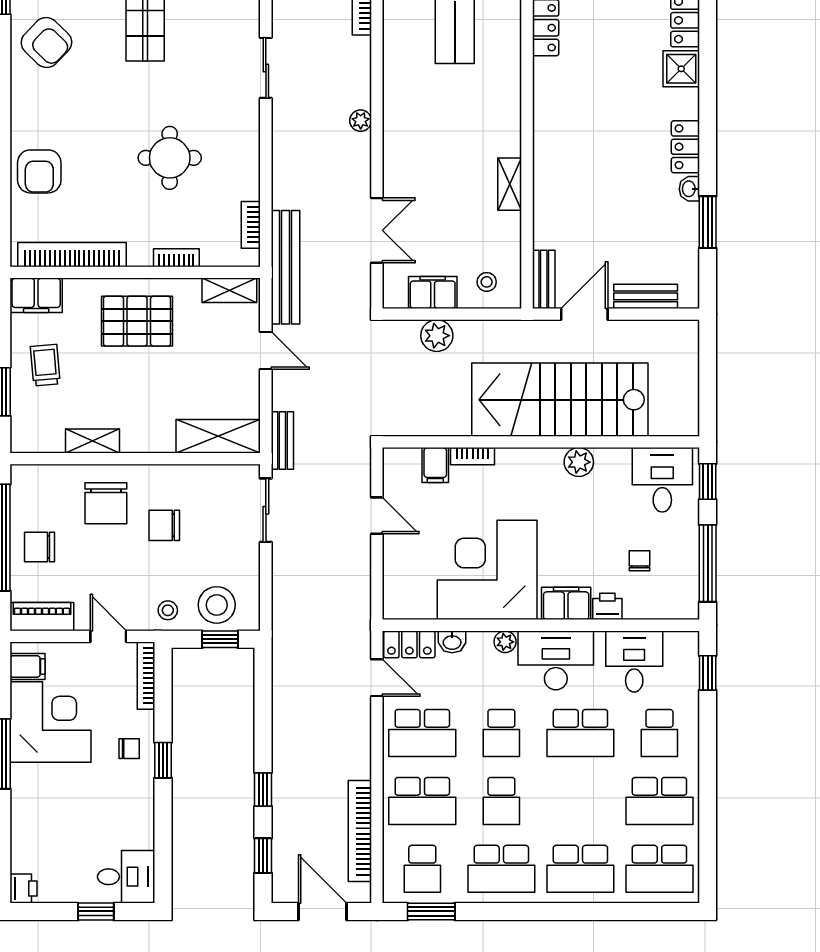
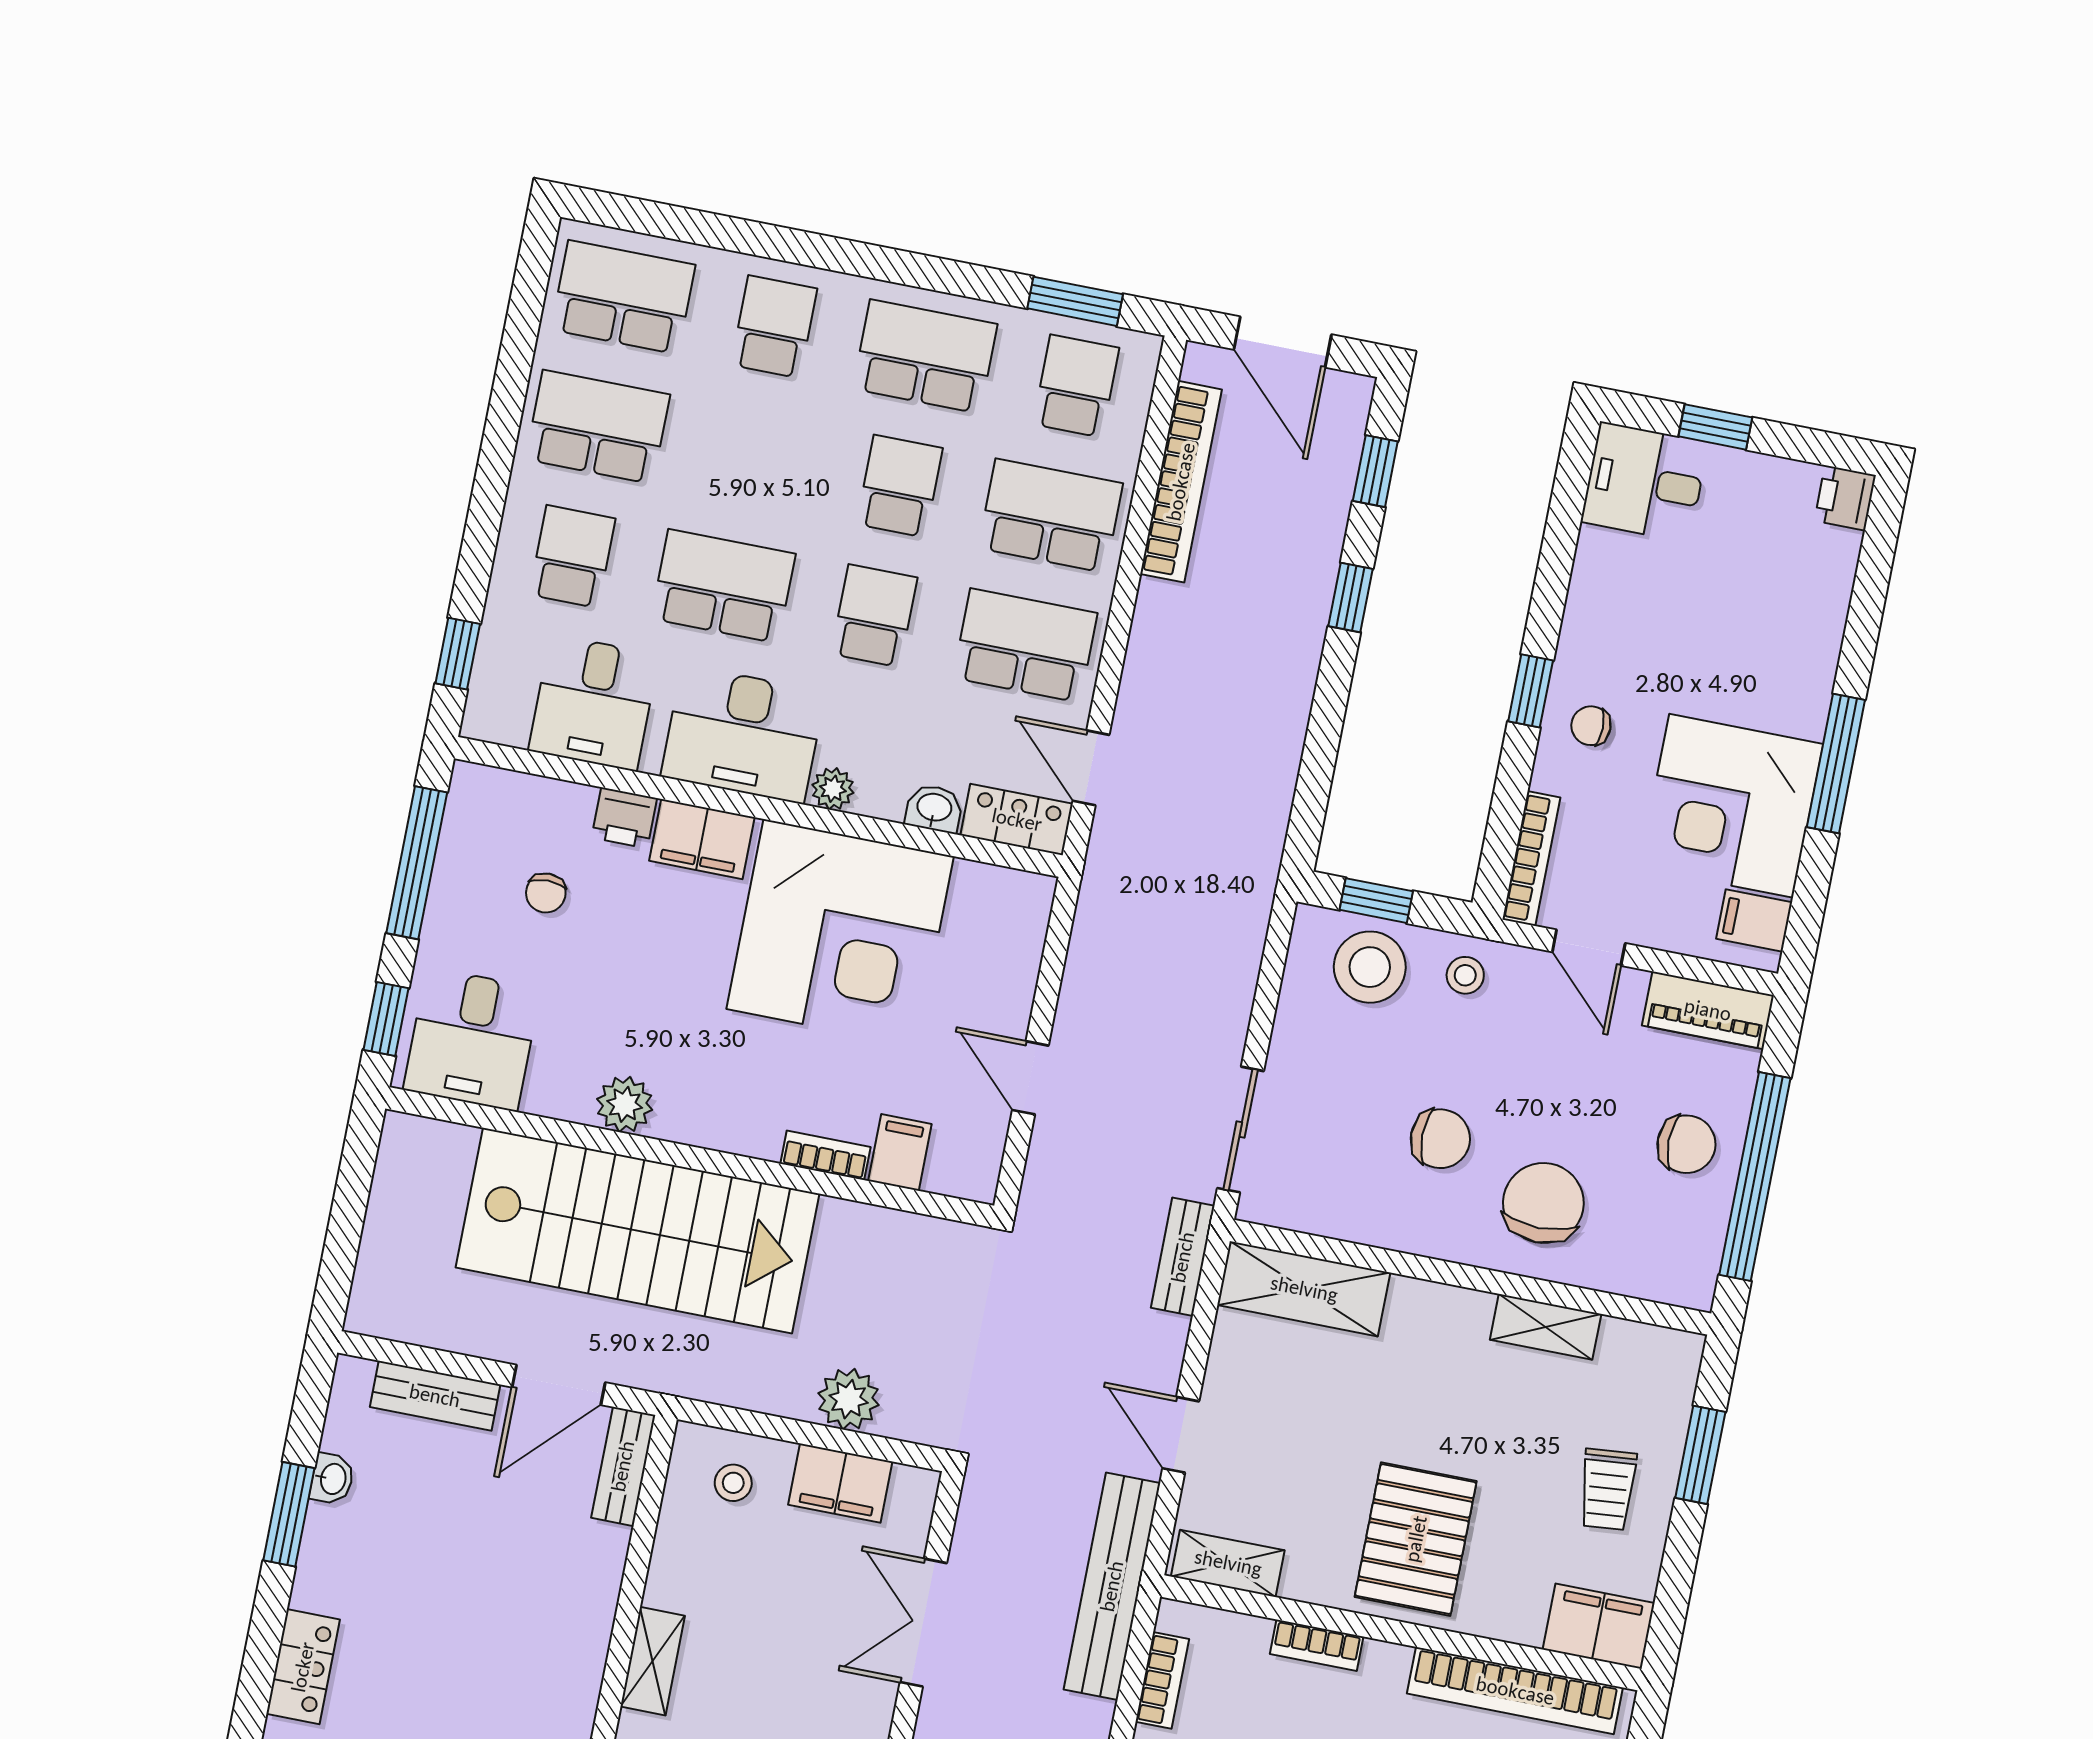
washbasin: (689, 189) -> (332, 1479), moved
pallet: (137, 321) -> (1416, 1539), turned 90
school desk: (580, 869) -> (774, 327), width x0.54

